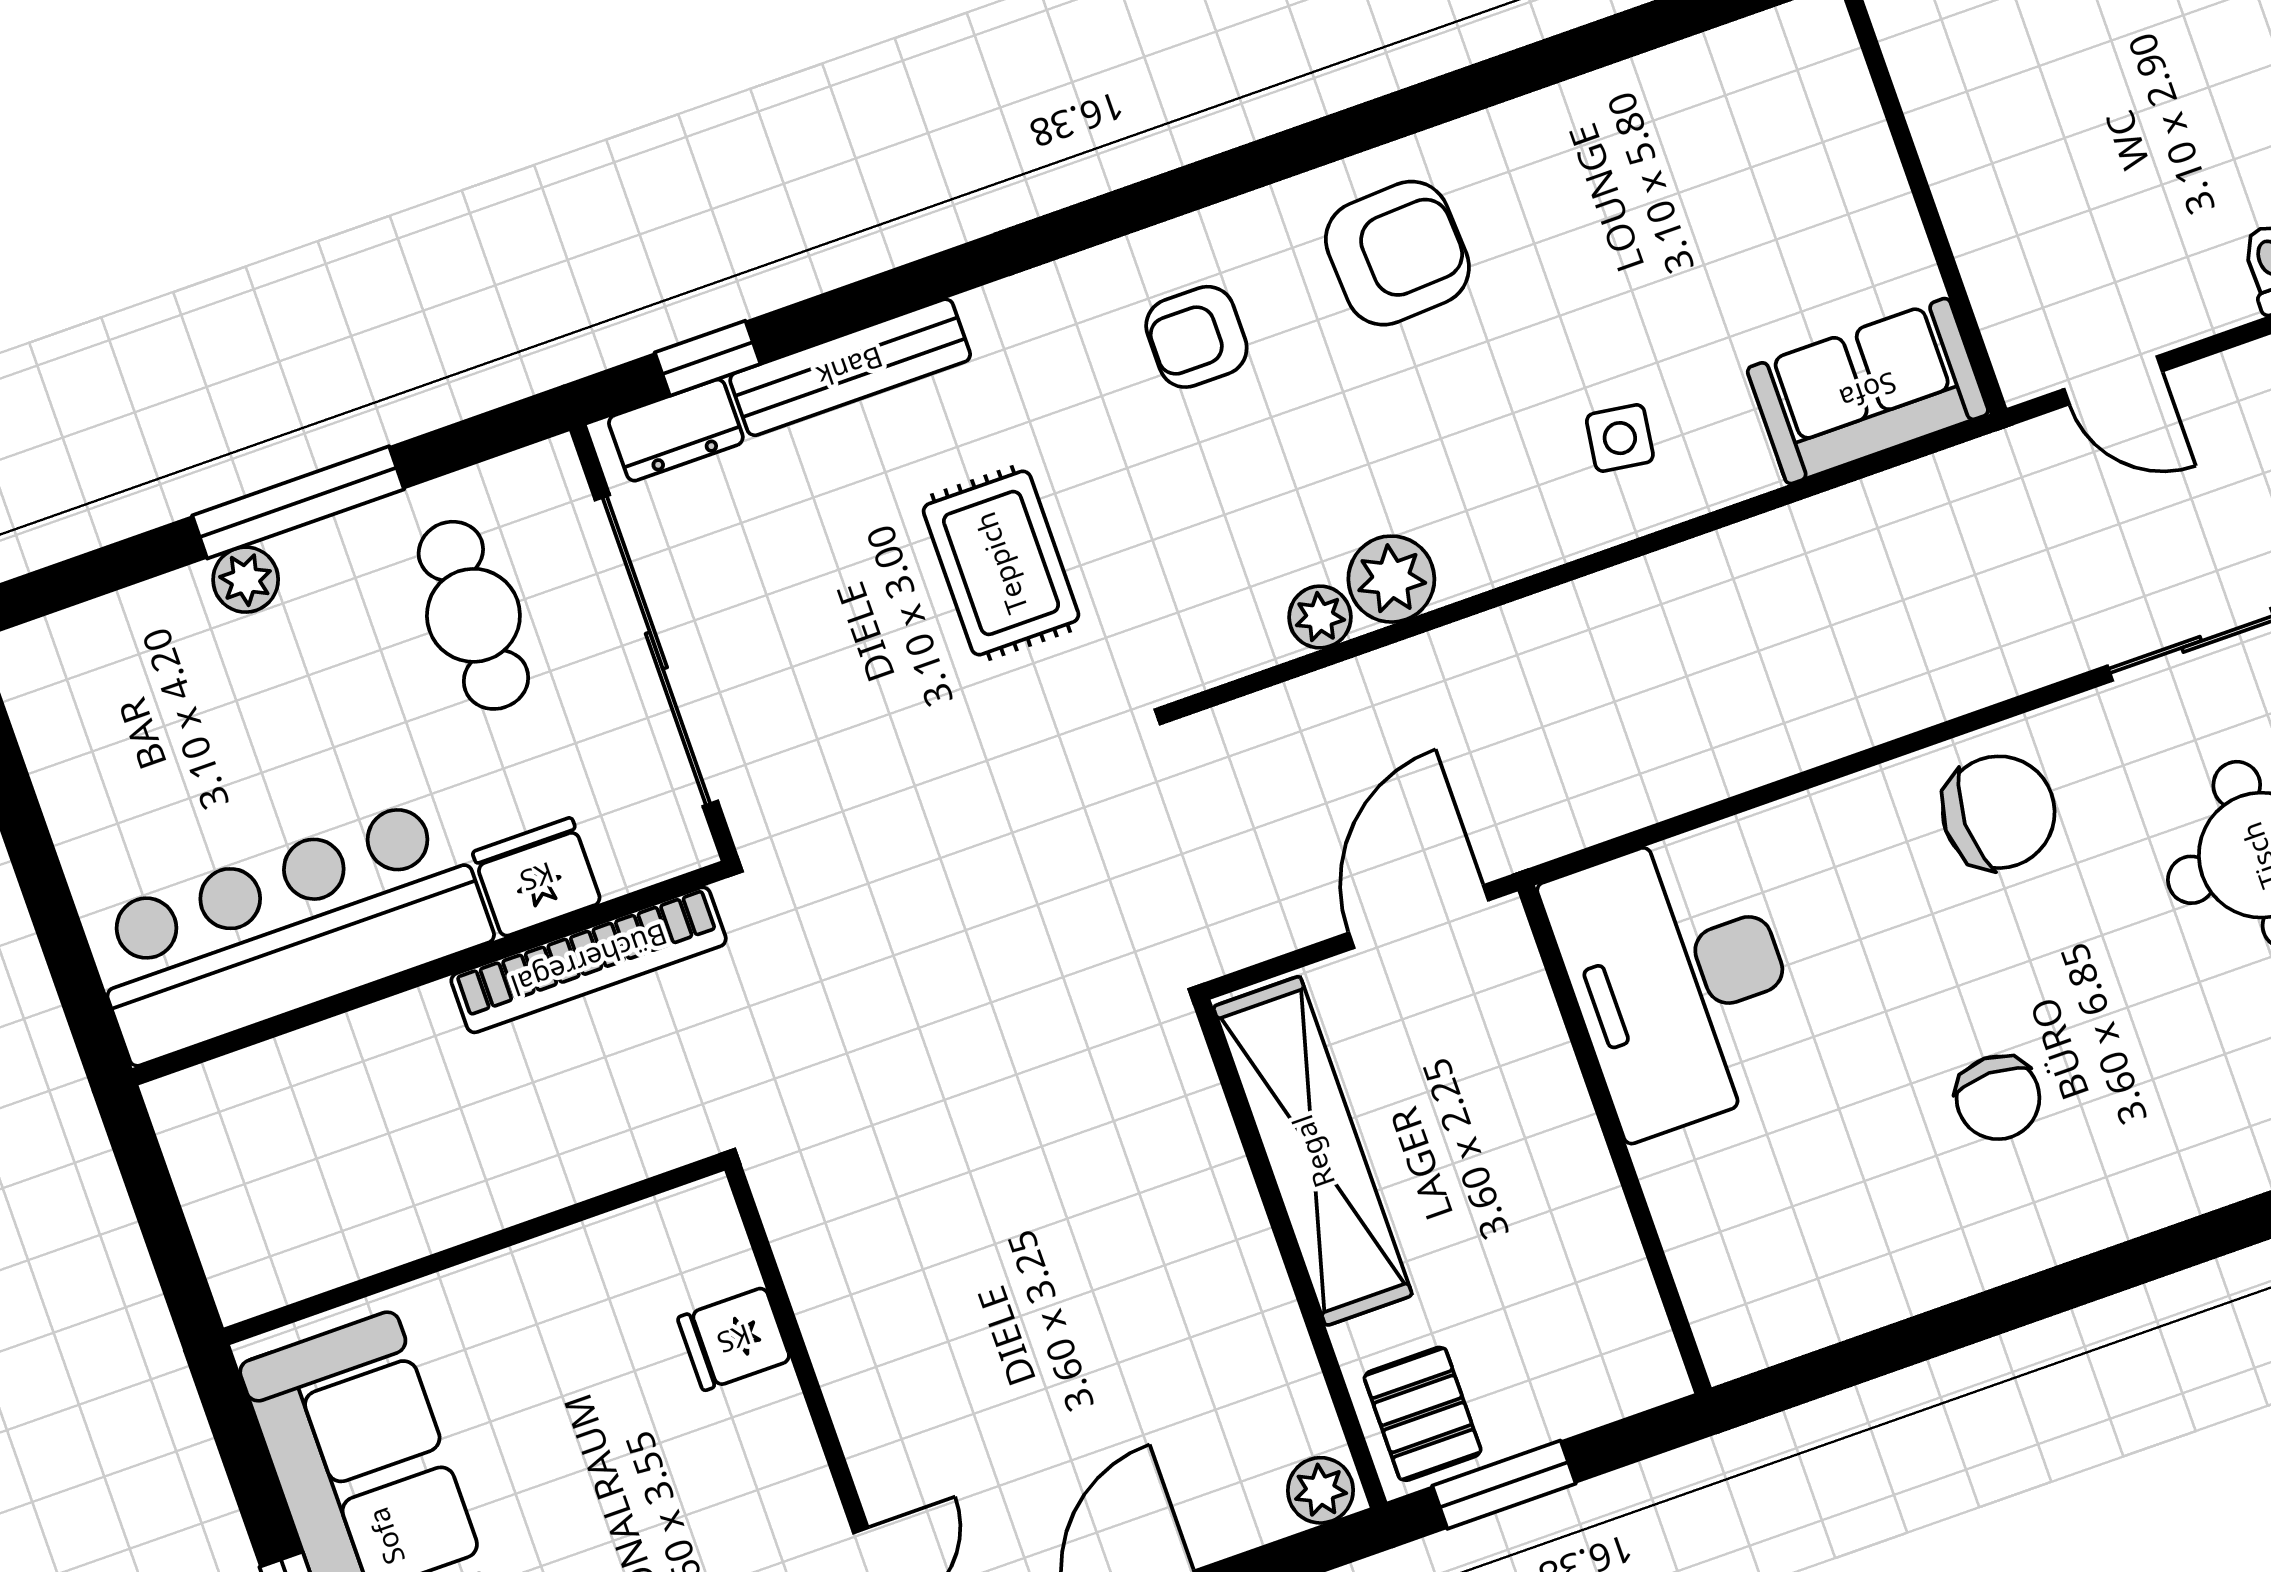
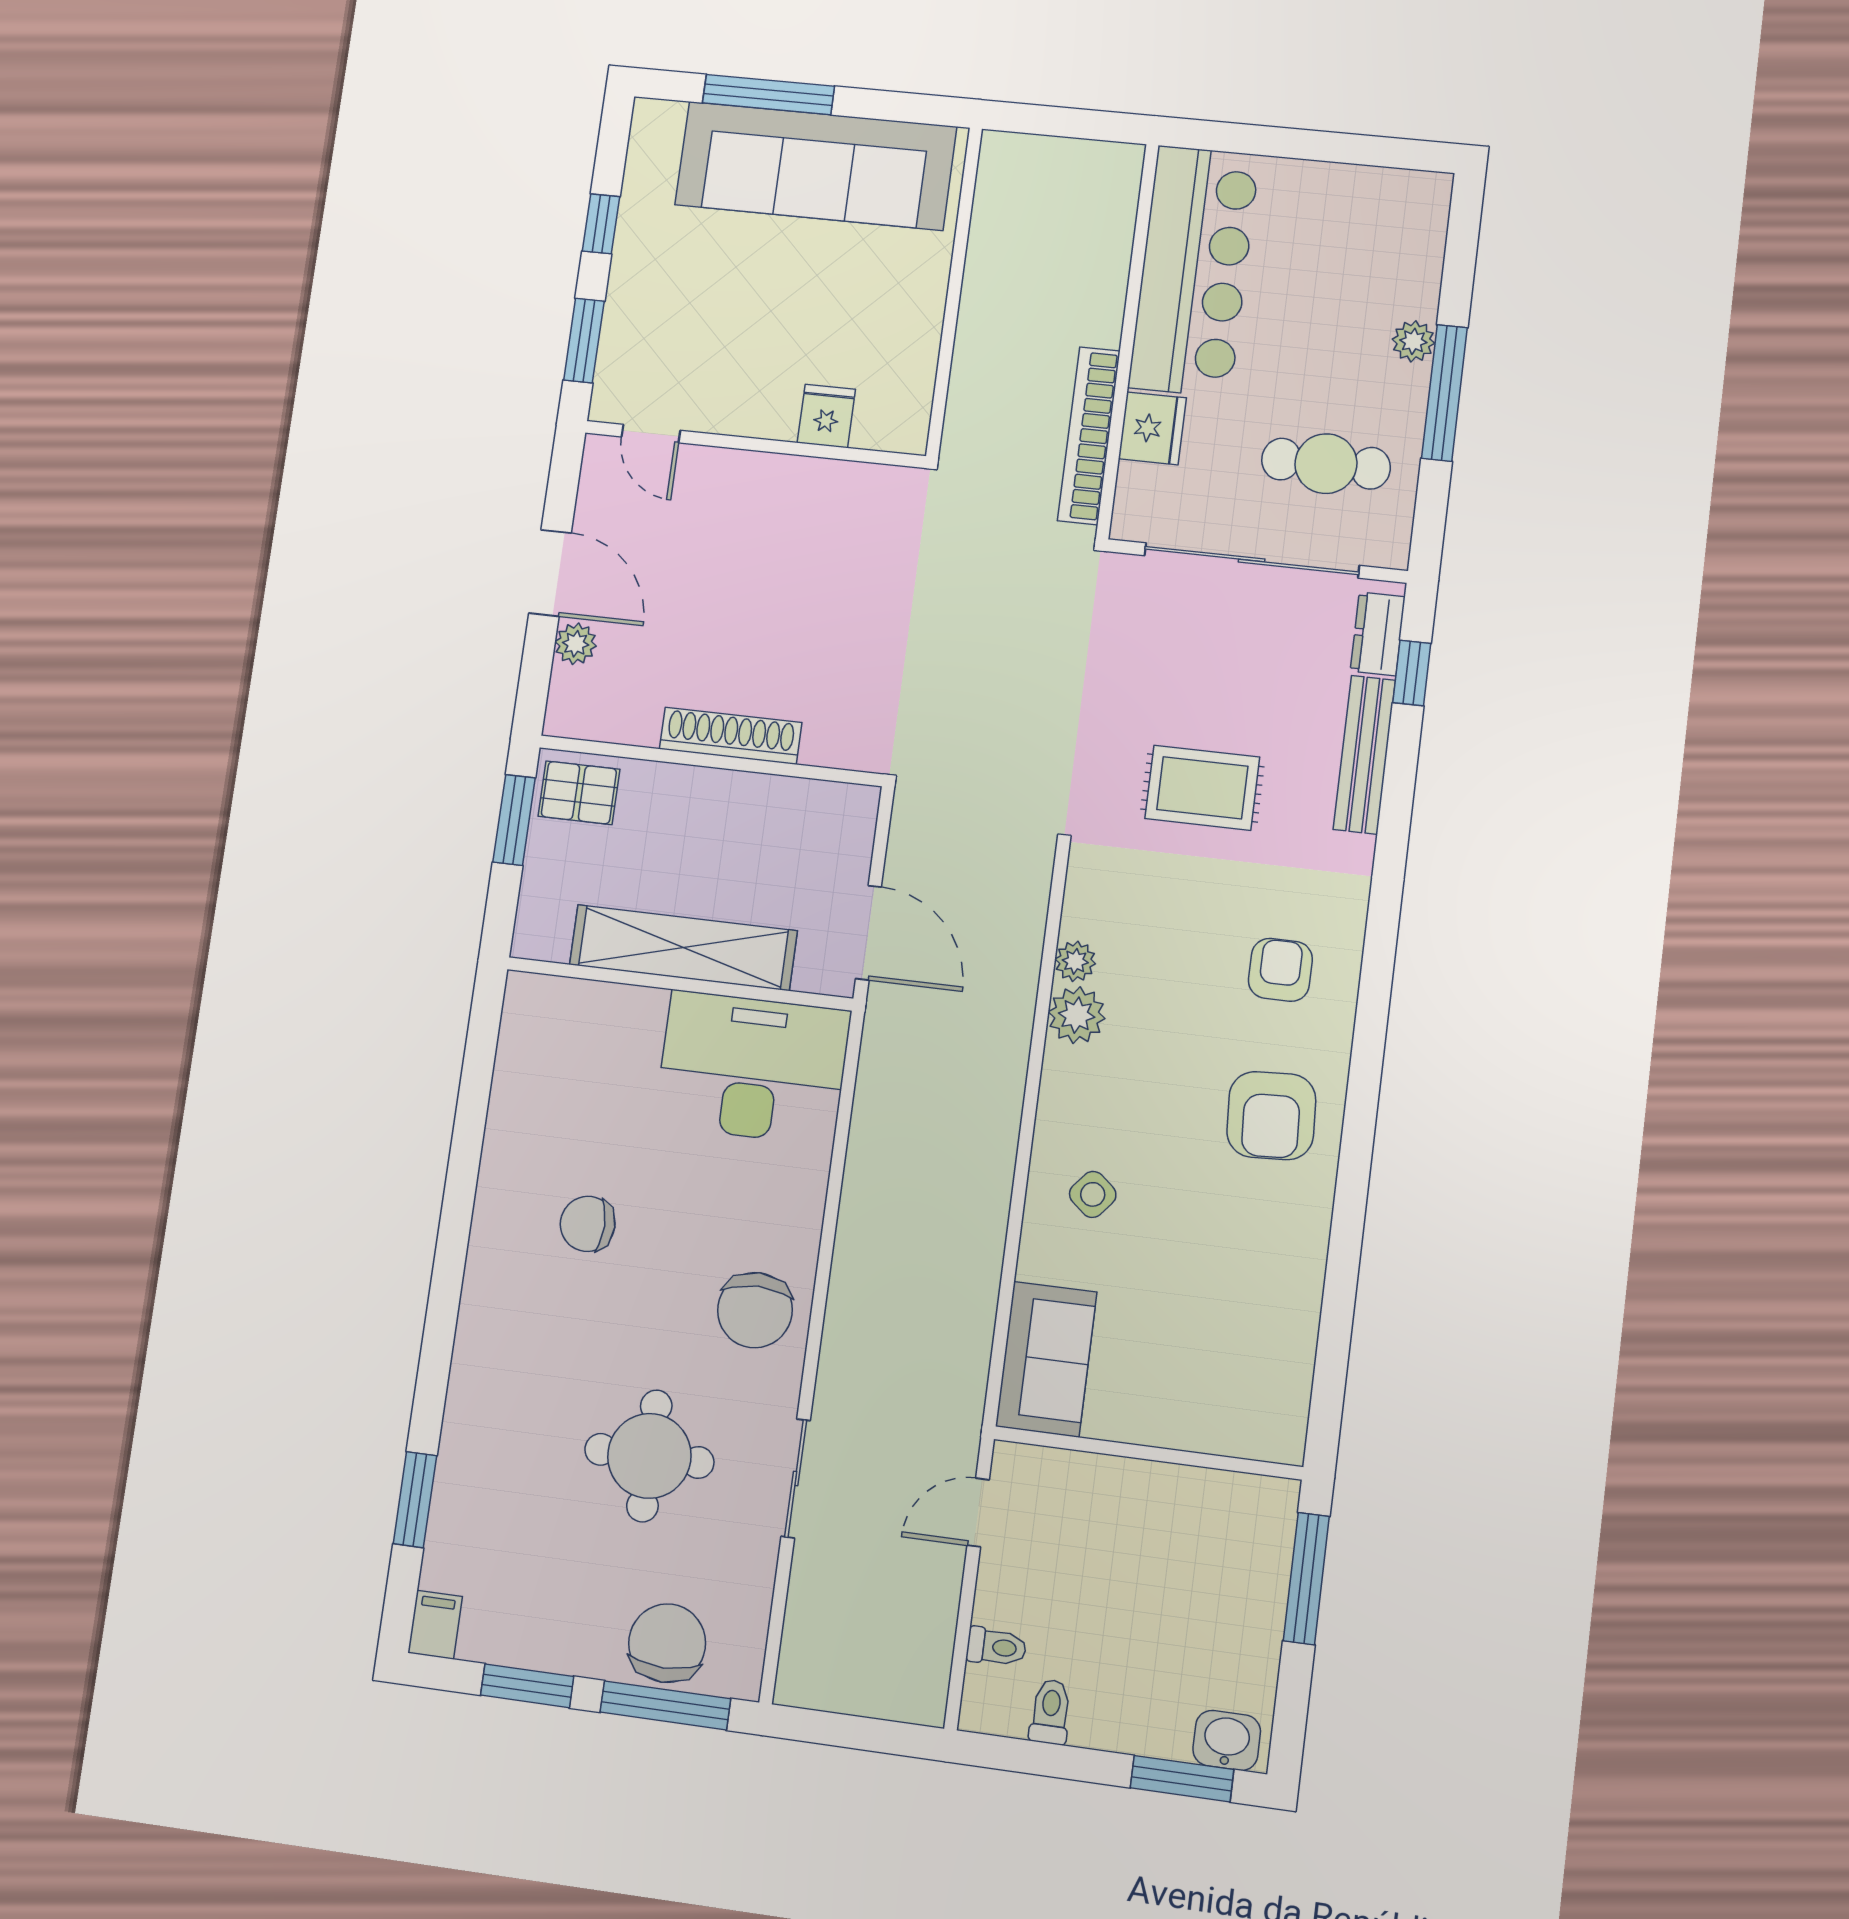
side table: (1620, 438) -> (1093, 1194), turned 32
shelving: (1313, 1151) -> (683, 948), moved
shoe rack: (1242, 1244) -> (730, 736), added
plant: (1320, 1490) -> (576, 644), moved

